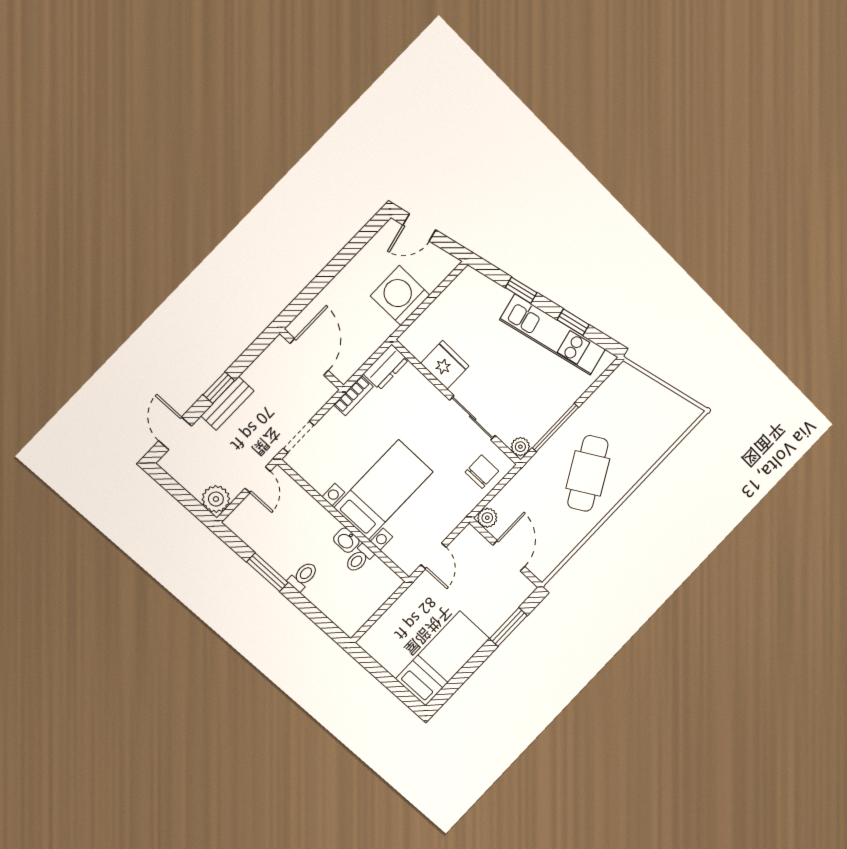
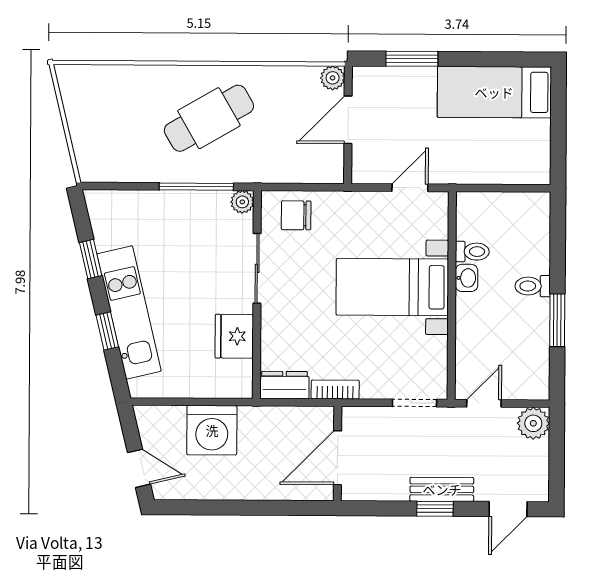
kitchen unit: (553, 335) -> (129, 312), moved
plant: (487, 518) -> (333, 78), moved

